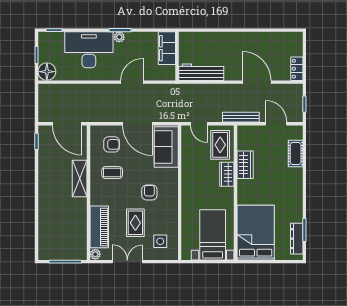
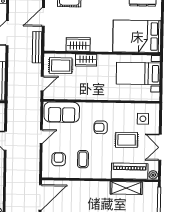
door: (137, 124) -> (41, 137), width x0.53
shelving: (80, 178) -> (126, 188), moved

